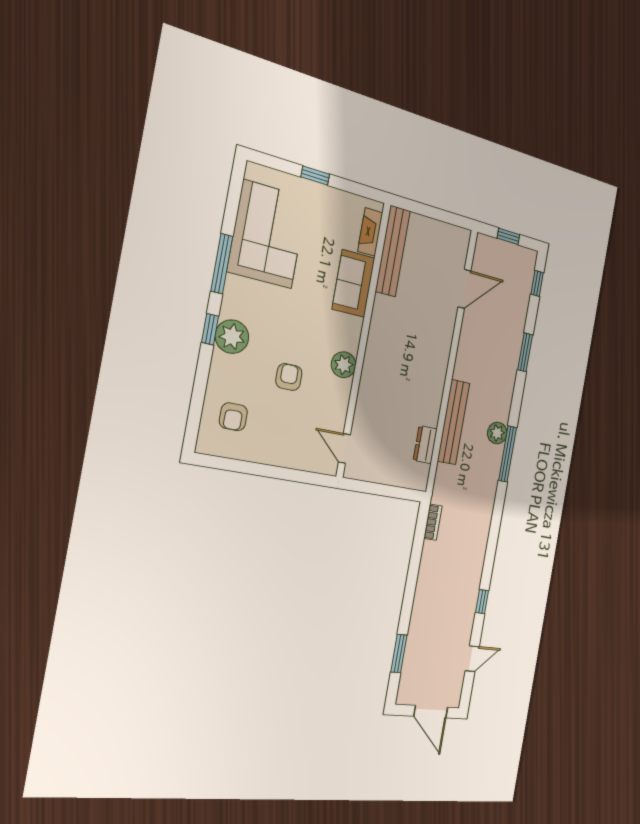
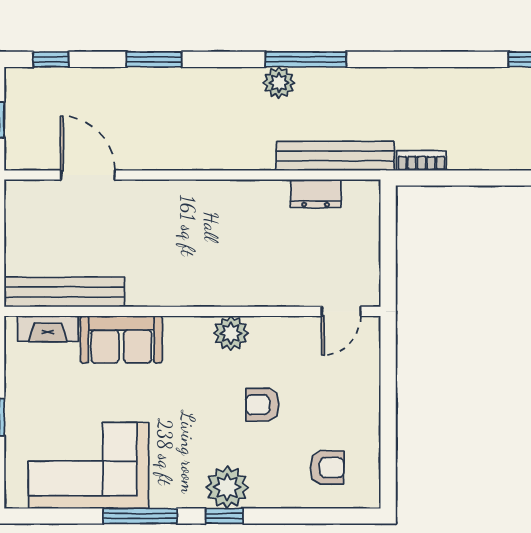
bench: (453, 422) -> (335, 156), moved

